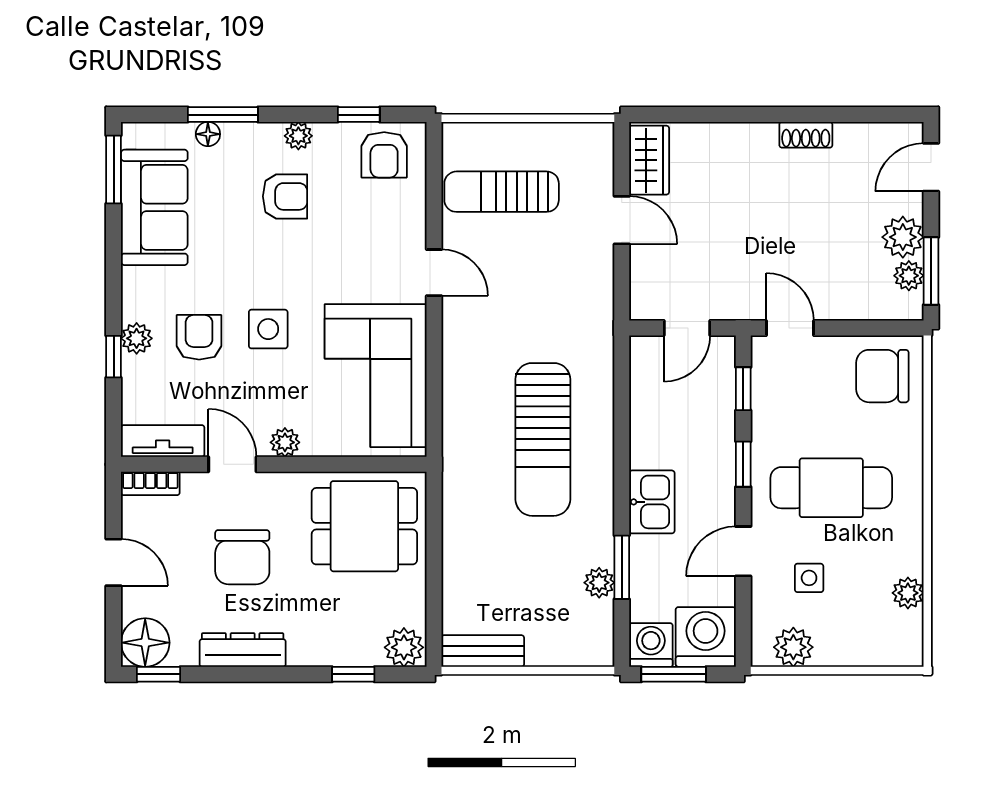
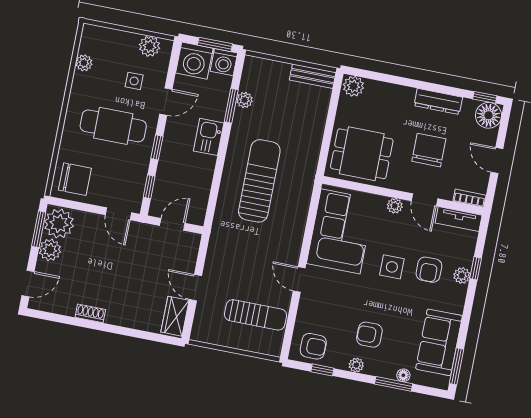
armchair: (384, 155) -> (313, 346), turned 90
plant: (909, 276) -> (59, 224), width x1.87, depth x1.87
window: (353, 674) -> (383, 77), removed

